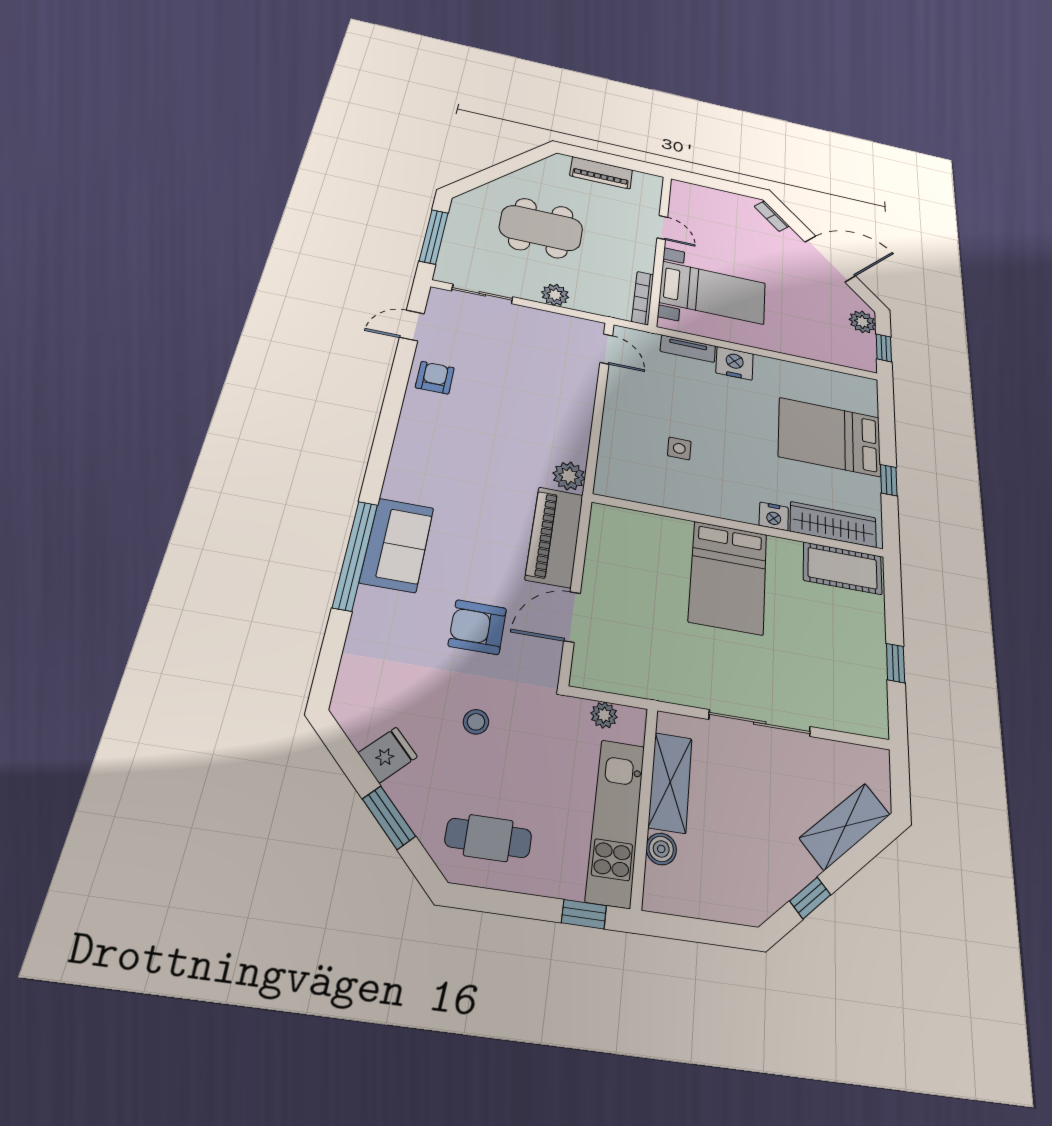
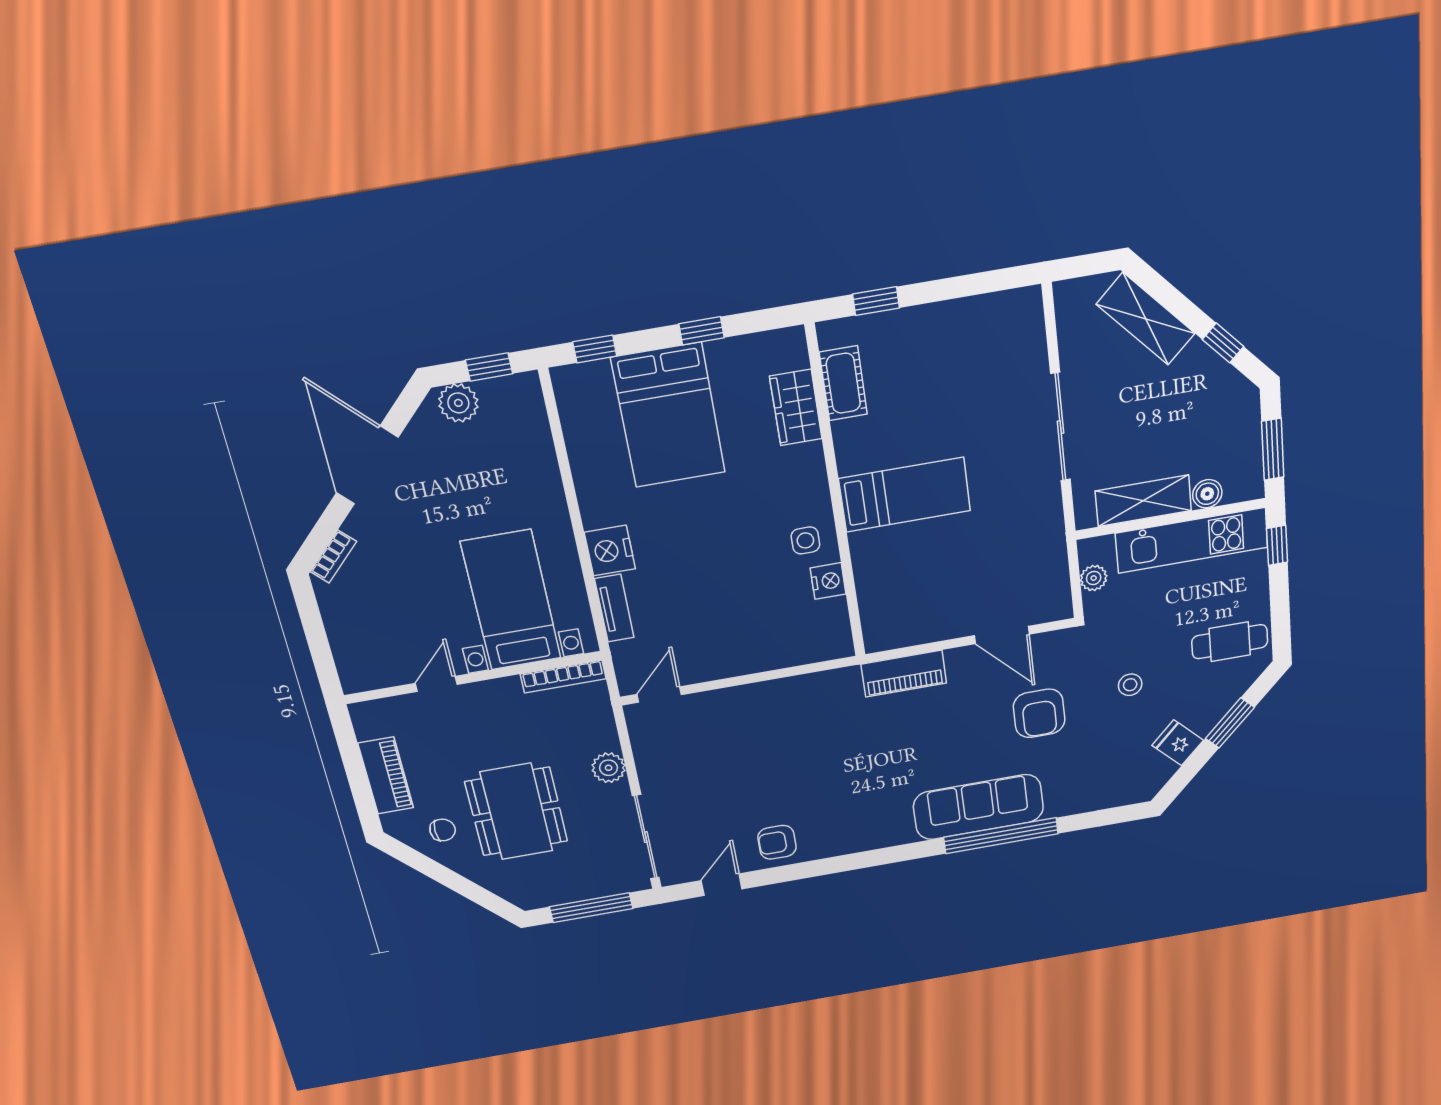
chair: (544, 183) -> (443, 830), added
sliding door: (482, 294) -> (646, 837), width x1.37
door: (412, 326) -> (722, 885), swing flipped
window: (886, 411) -> (595, 349), added
side table: (679, 448) -> (805, 540), moved
plant: (569, 476) -> (843, 684), removed
nightstand: (774, 516) -> (828, 581), moved
wardrobe: (833, 524) -> (796, 408), width x0.67
piano: (555, 537) -> (904, 674), width x0.73, depth x0.75
sofa: (397, 545) -> (978, 807), width x1.36
cot: (843, 568) -> (843, 383), width x0.73, depth x0.75
bed: (728, 577) -> (905, 495), width x0.67
window: (896, 663) -> (876, 301), moved
cafe table: (488, 838) -> (1230, 642), turned 90
window: (692, 930) -> (1273, 449), added

